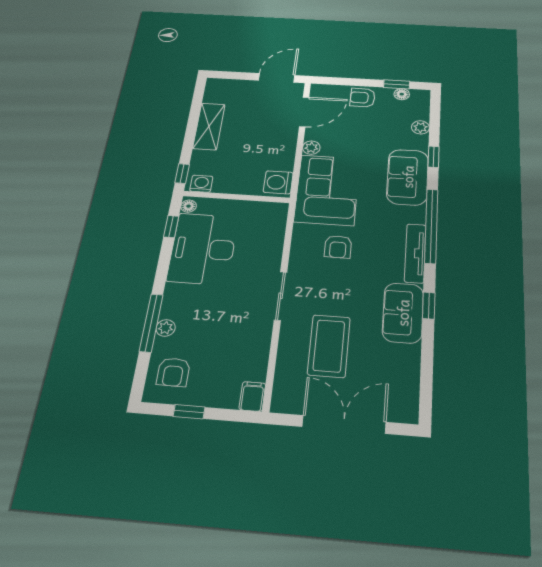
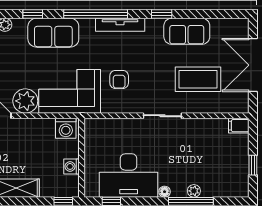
plant: (311, 148) -> (25, 101), width x1.88, depth x1.88
washing machine: (201, 184) -> (72, 166), moved
floor lamp: (189, 206) -> (165, 192), moved
armchair: (338, 247) -> (119, 79), turned 90
sofa: (403, 313) -> (187, 31), moved
armchair: (173, 372) -> (226, 180), removed

